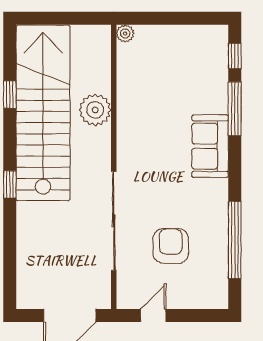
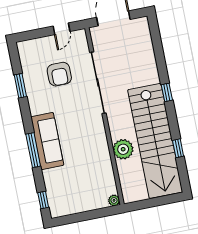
window: (235, 109) -> (33, 150), moved
sofa: (210, 146) -> (47, 141), width x1.36
window: (235, 240) -> (20, 86), width x0.47

